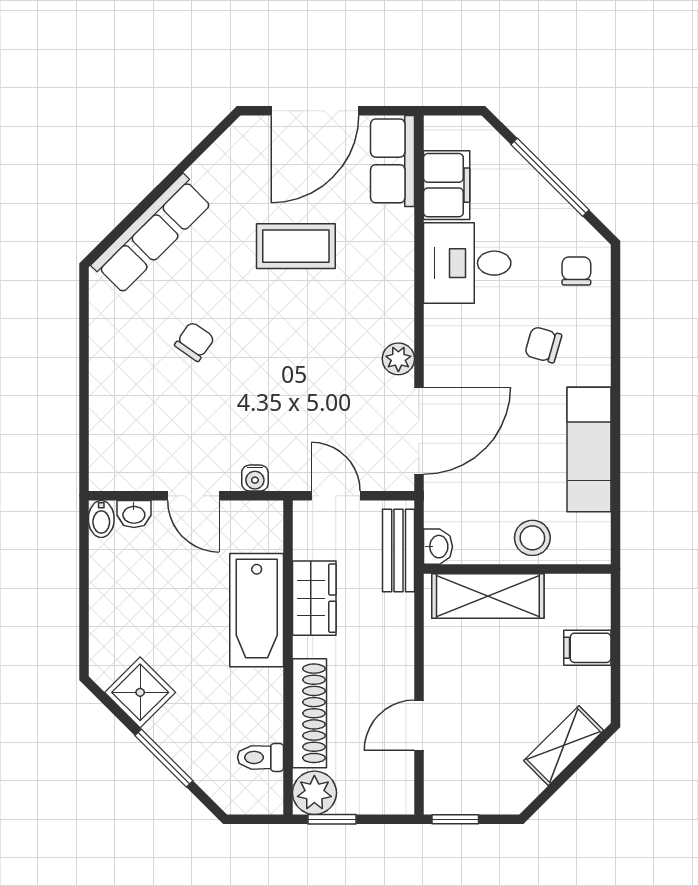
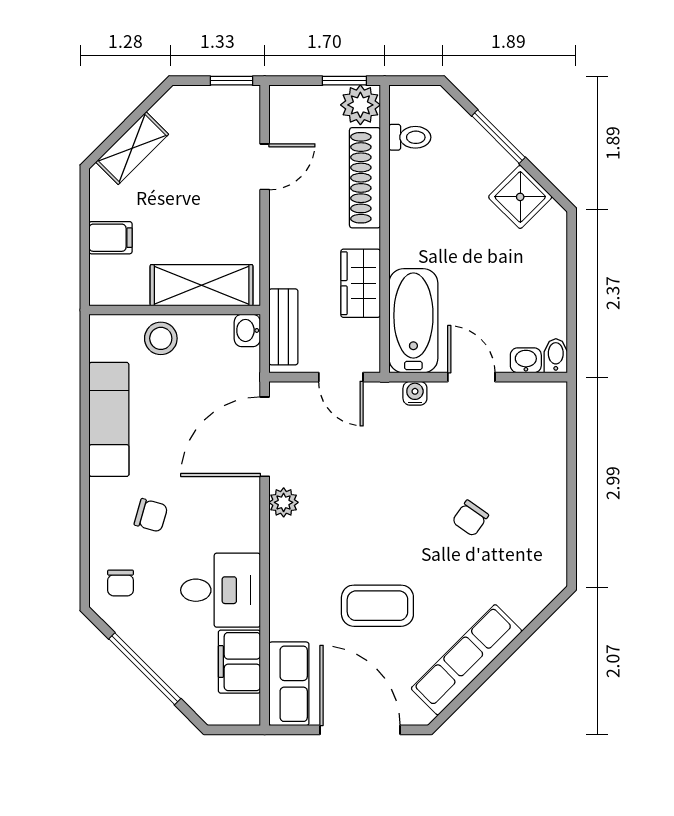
door: (315, 111) -> (360, 730), hinge flipped
row of seats: (152, 234) -> (467, 660), moved
bathtub: (257, 610) -> (413, 321), moved

